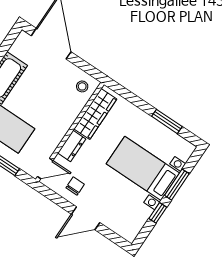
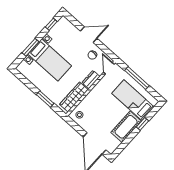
window: (167, 121) -> (45, 99), moved
door: (45, 169) -> (109, 68), hinge flipped
window: (158, 213) -> (51, 24), moved

